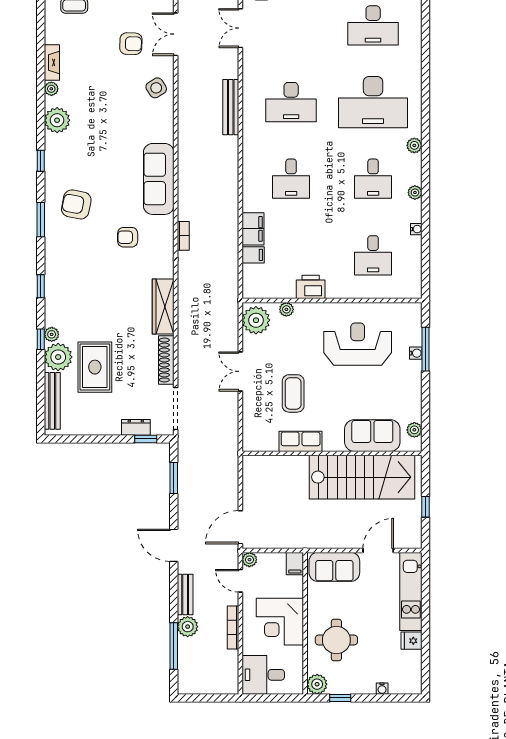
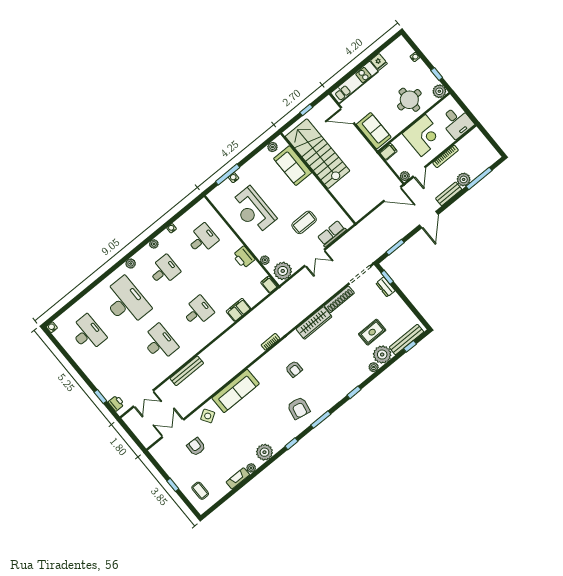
double door: (176, 34) -> (173, 428), swing flipped
sofa: (159, 179) -> (236, 391), moved
filing cabinet: (253, 255) -> (269, 285), moved
window: (41, 339) -> (410, 346), moved
rug: (95, 367) -> (372, 332), width x0.73, depth x0.70
row of seats: (301, 441) -> (332, 234), moved, turned 90

